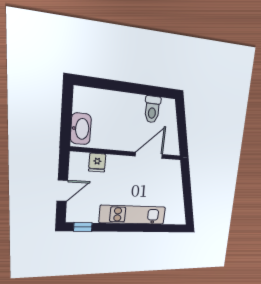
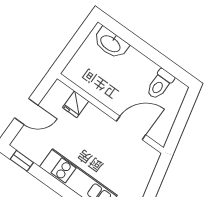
washbasin: (81, 129) -> (111, 43), moved, turned 90

